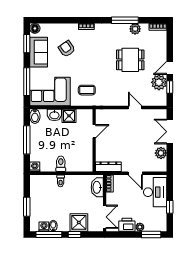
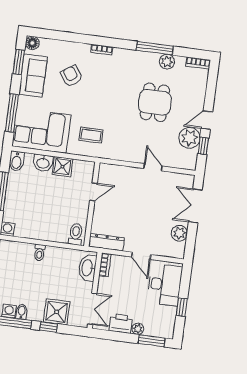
dining table: (130, 60) -> (155, 102), turned 90
toilet: (61, 164) -> (76, 234), moved

